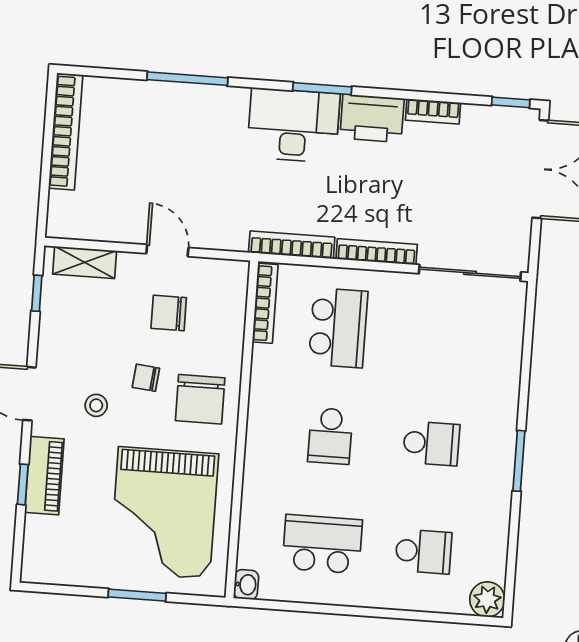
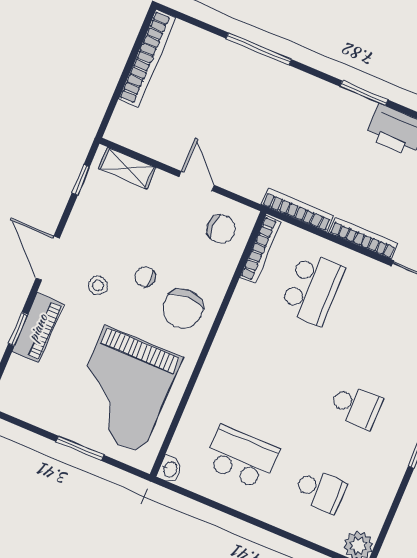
desk: (293, 125) -> (331, 115), removed
chair: (169, 313) -> (221, 229), moved, turned 180
school desk: (330, 436) -> (277, 373), removed

